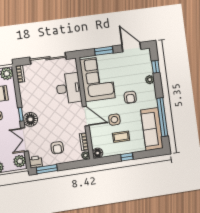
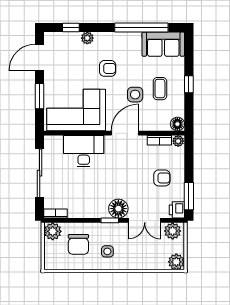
sofa: (152, 129) -> (163, 44), width x0.73

